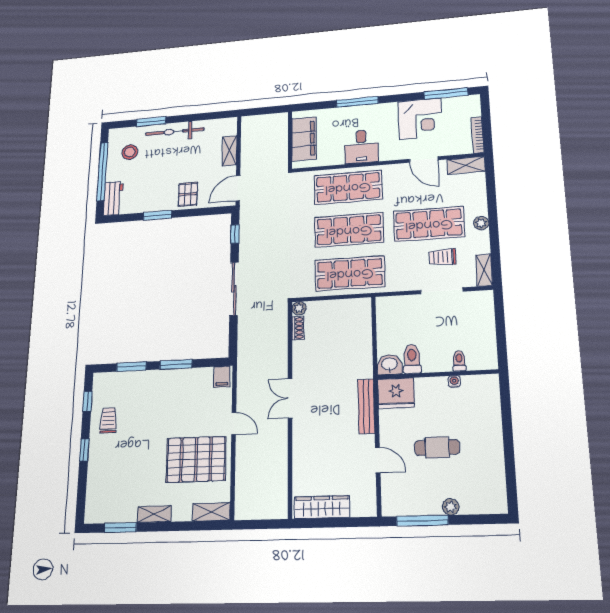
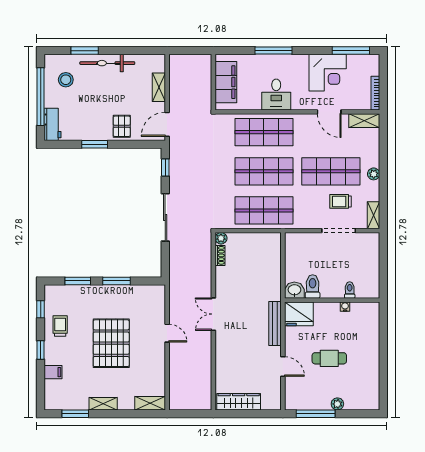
filing cabinet: (222, 377) -> (53, 372), moved, turned -90
pallet: (196, 459) -> (111, 343), moved, turned 90

